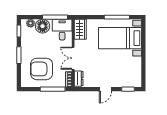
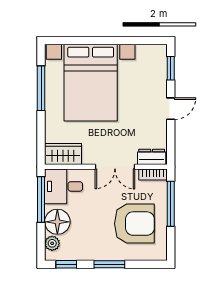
bed with nightstands: (120, 38) -> (91, 83), width x1.36
armchair: (42, 69) -> (134, 224), turned -90
door: (105, 89) -> (171, 109), hinge flipped

